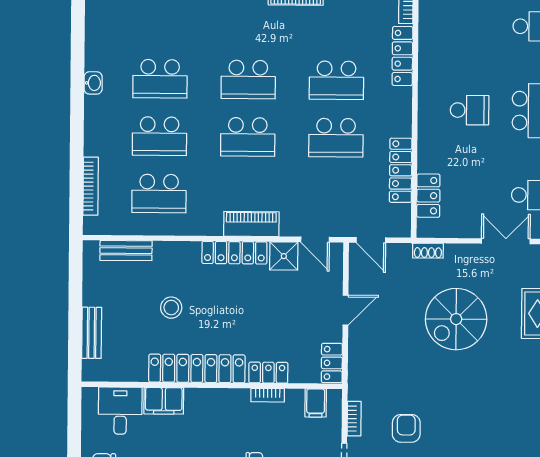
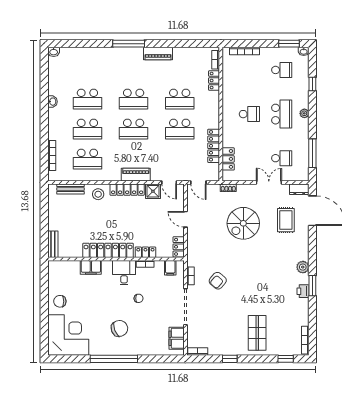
locker: (402, 56) -> (214, 81), width x0.66
stool: (171, 308) -> (98, 194), moved
door: (345, 310) -> (185, 219), swing flipped
bench: (92, 333) -> (53, 244), moved
desk: (120, 411) -> (124, 273), moved
armchair: (406, 428) -> (218, 281), turned -139

